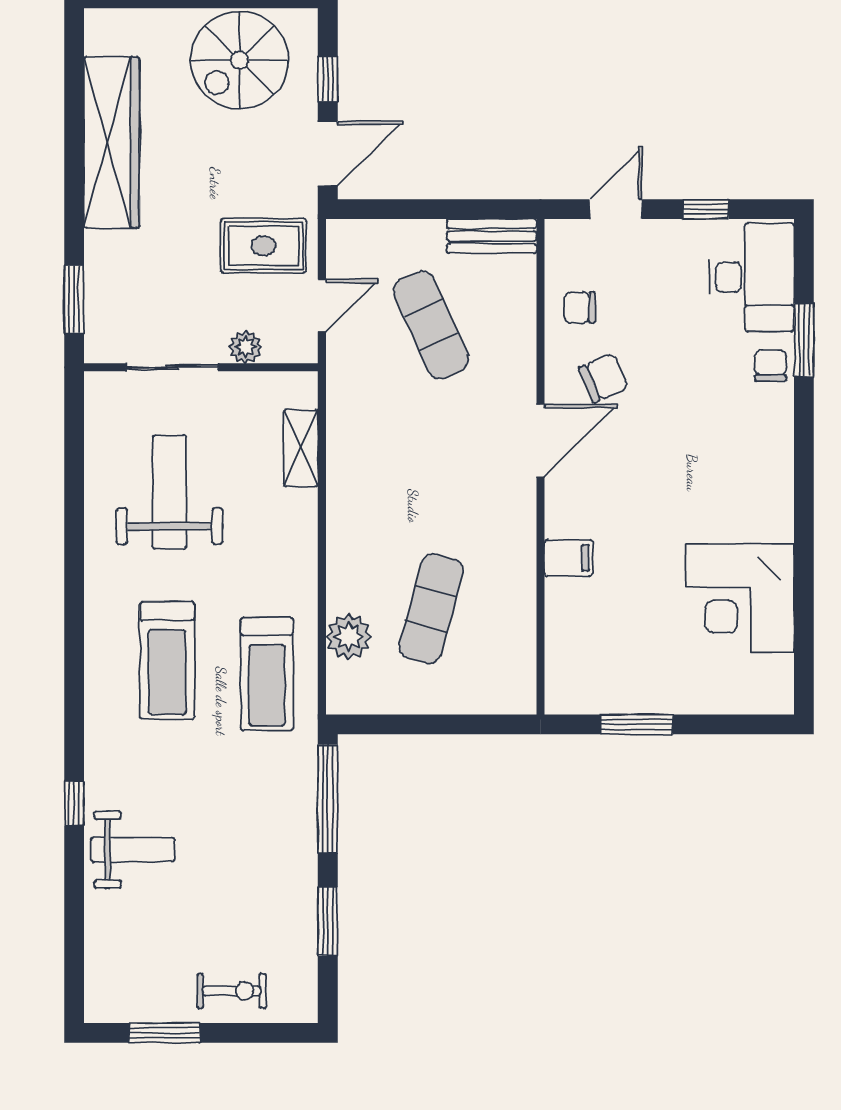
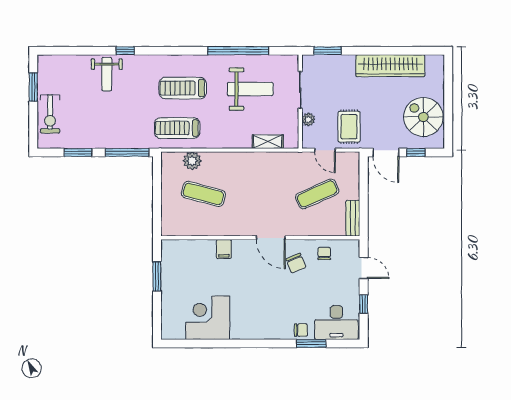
window: (74, 522) -> (238, 51), added
exercise bike: (232, 991) -> (50, 114), width x1.38, depth x1.39

